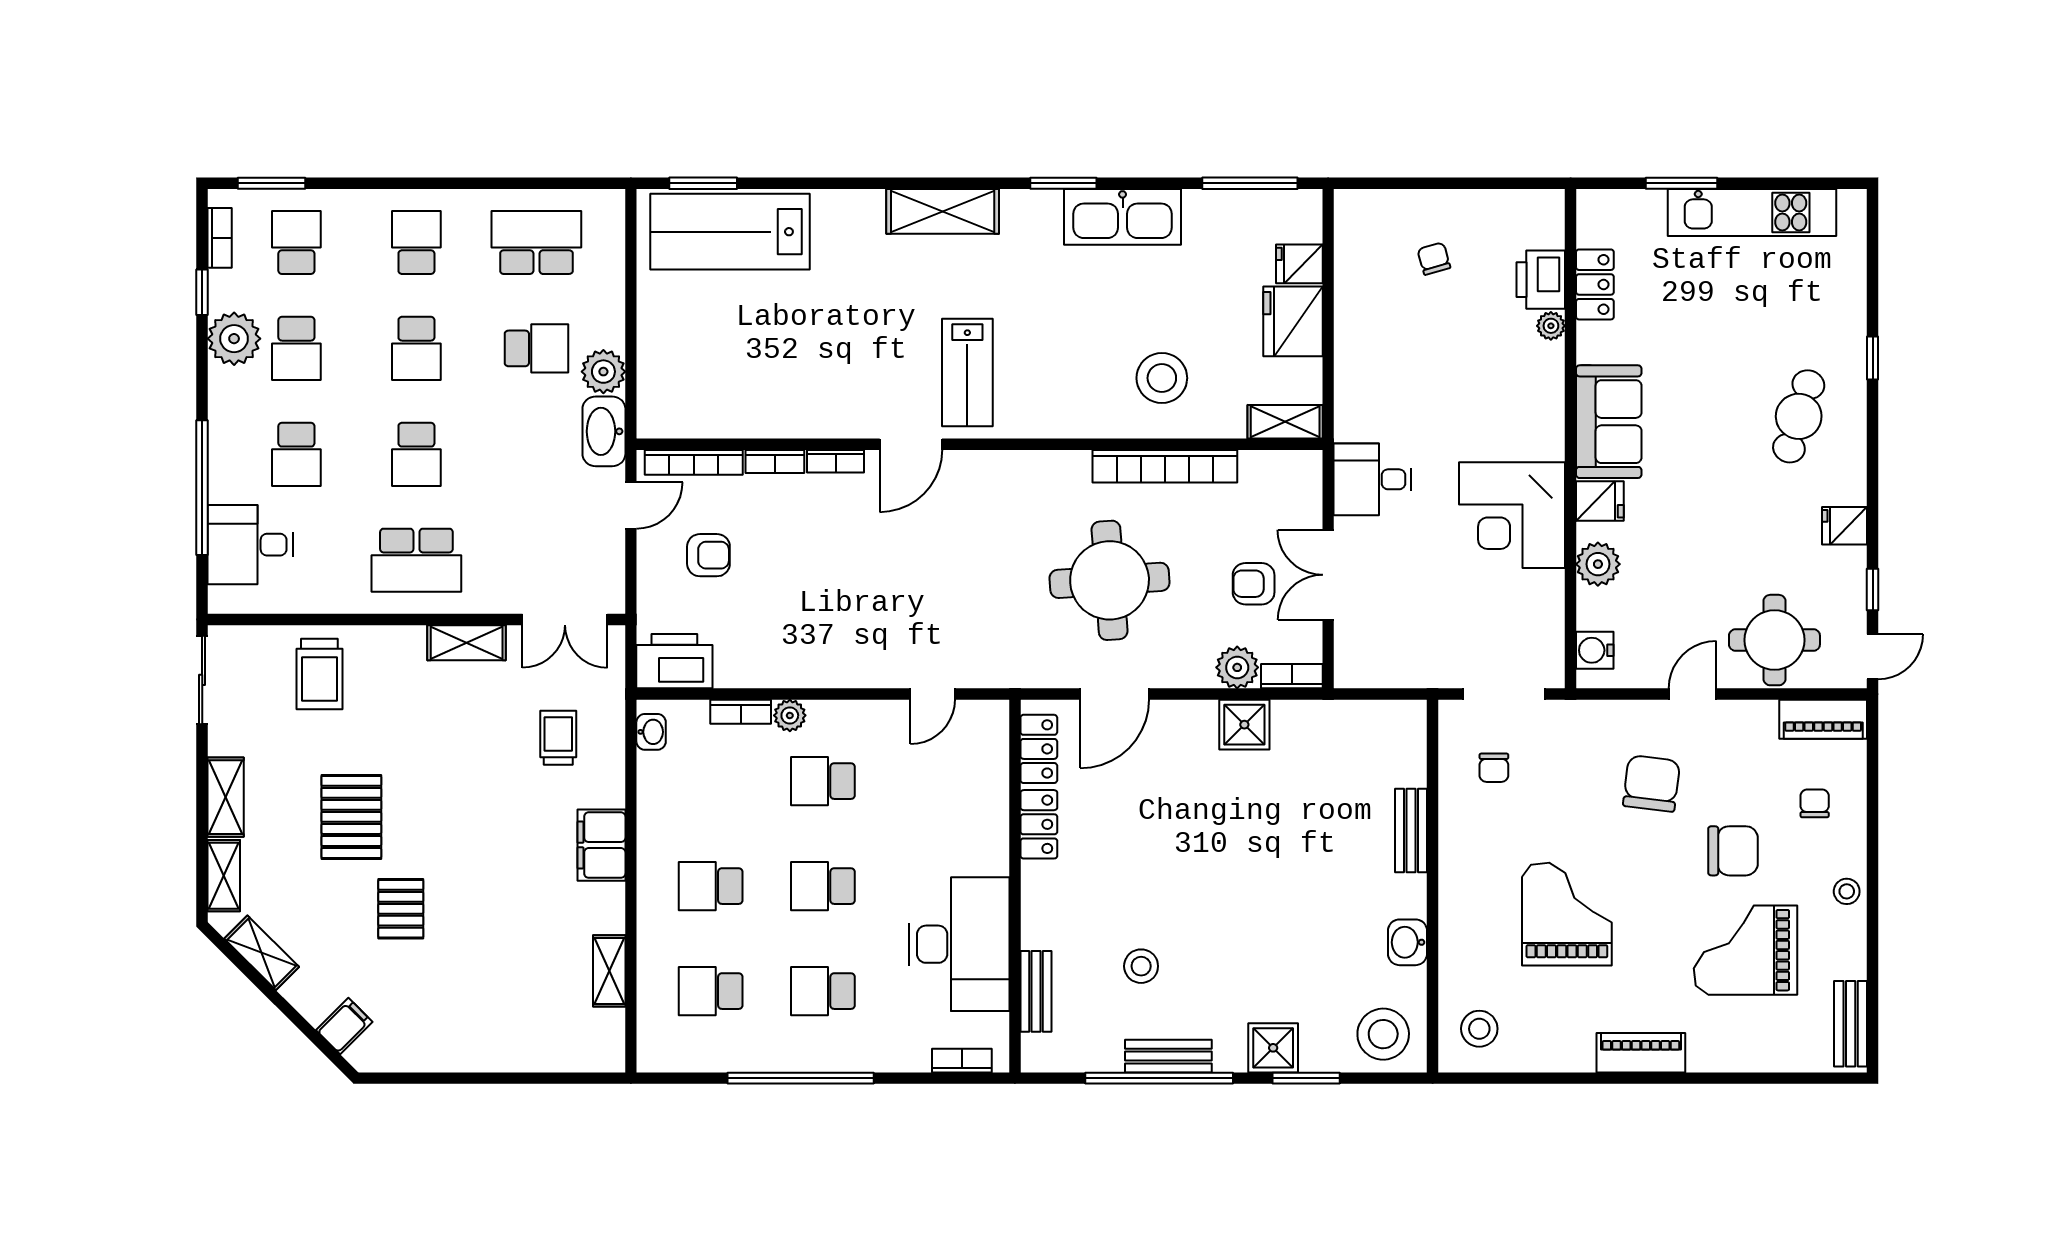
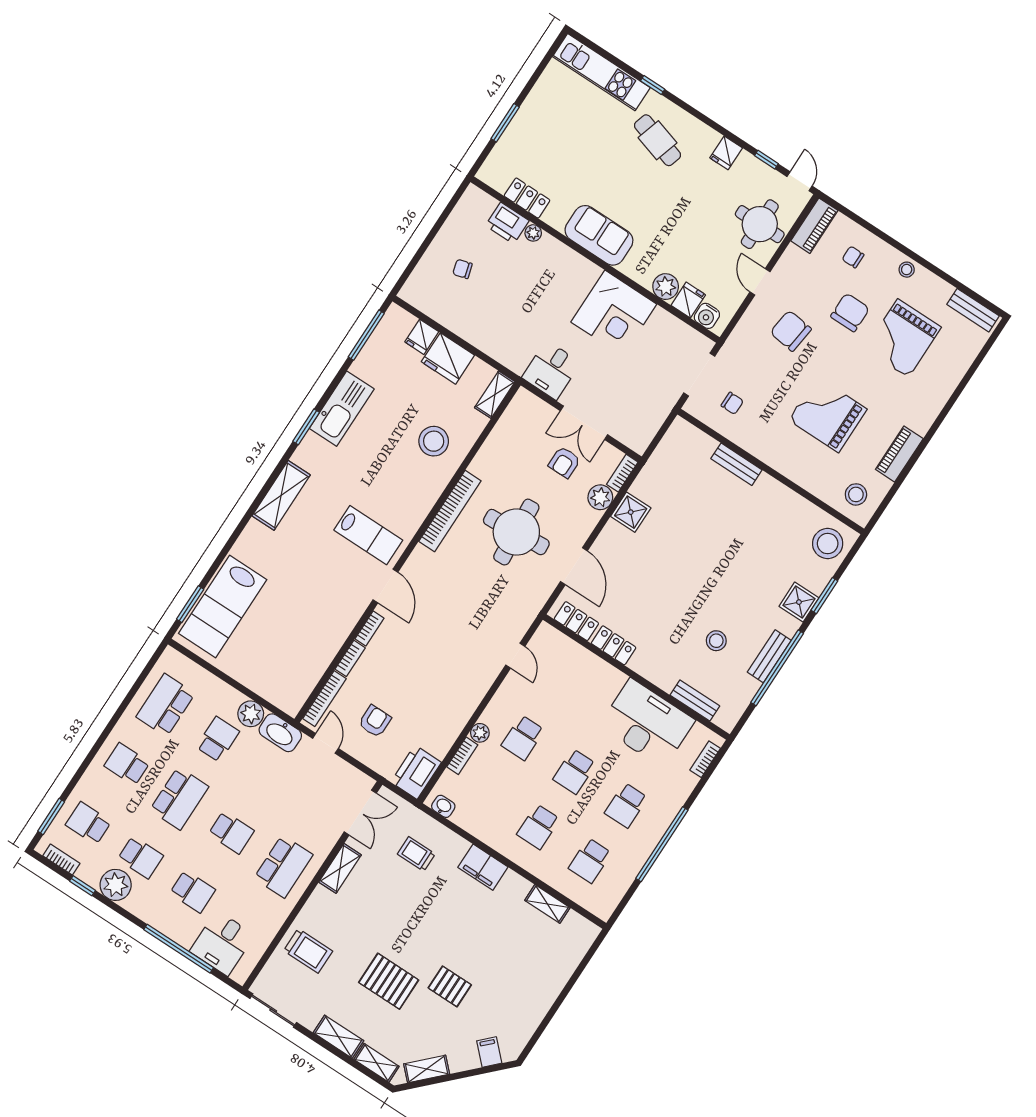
kitchen unit: (1752, 213) -> (601, 72), moved, turned 90
school desk: (416, 348) -> (179, 798), width x1.85
bookcase: (1165, 466) -> (450, 511), moved
fridge: (1600, 501) -> (688, 300), moved
washbasin: (1407, 942) -> (790, 502), removed
piano: (1641, 1053) -> (899, 454), moved

